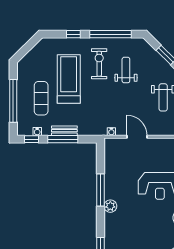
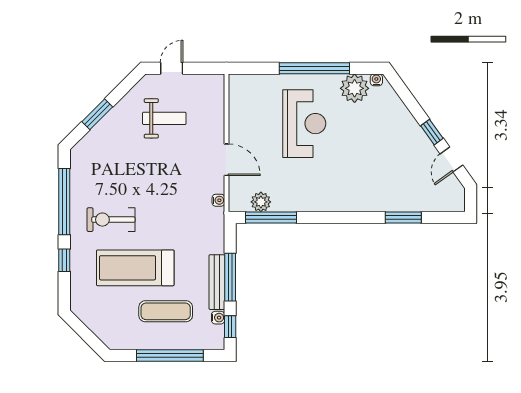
weight bench: (126, 70) -> (121, 177), removed
bench: (64, 131) -> (217, 282), width x1.36
door: (137, 137) -> (226, 160), swing flipped
window: (100, 190) -> (271, 217), moved
plant: (110, 206) -> (261, 202), moved

